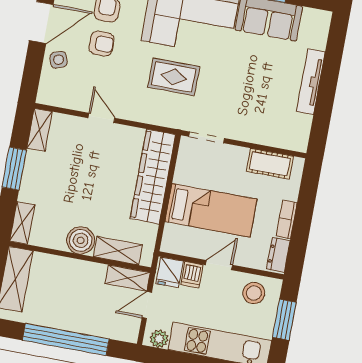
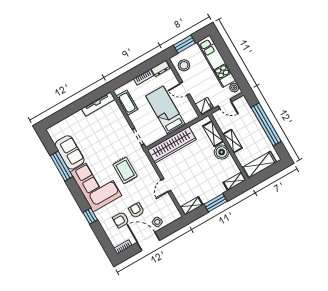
tv unit: (311, 82) -> (98, 104), moved
dishwasher: (192, 275) -> (198, 96), removed
shelving: (128, 278) -> (233, 141), moved

